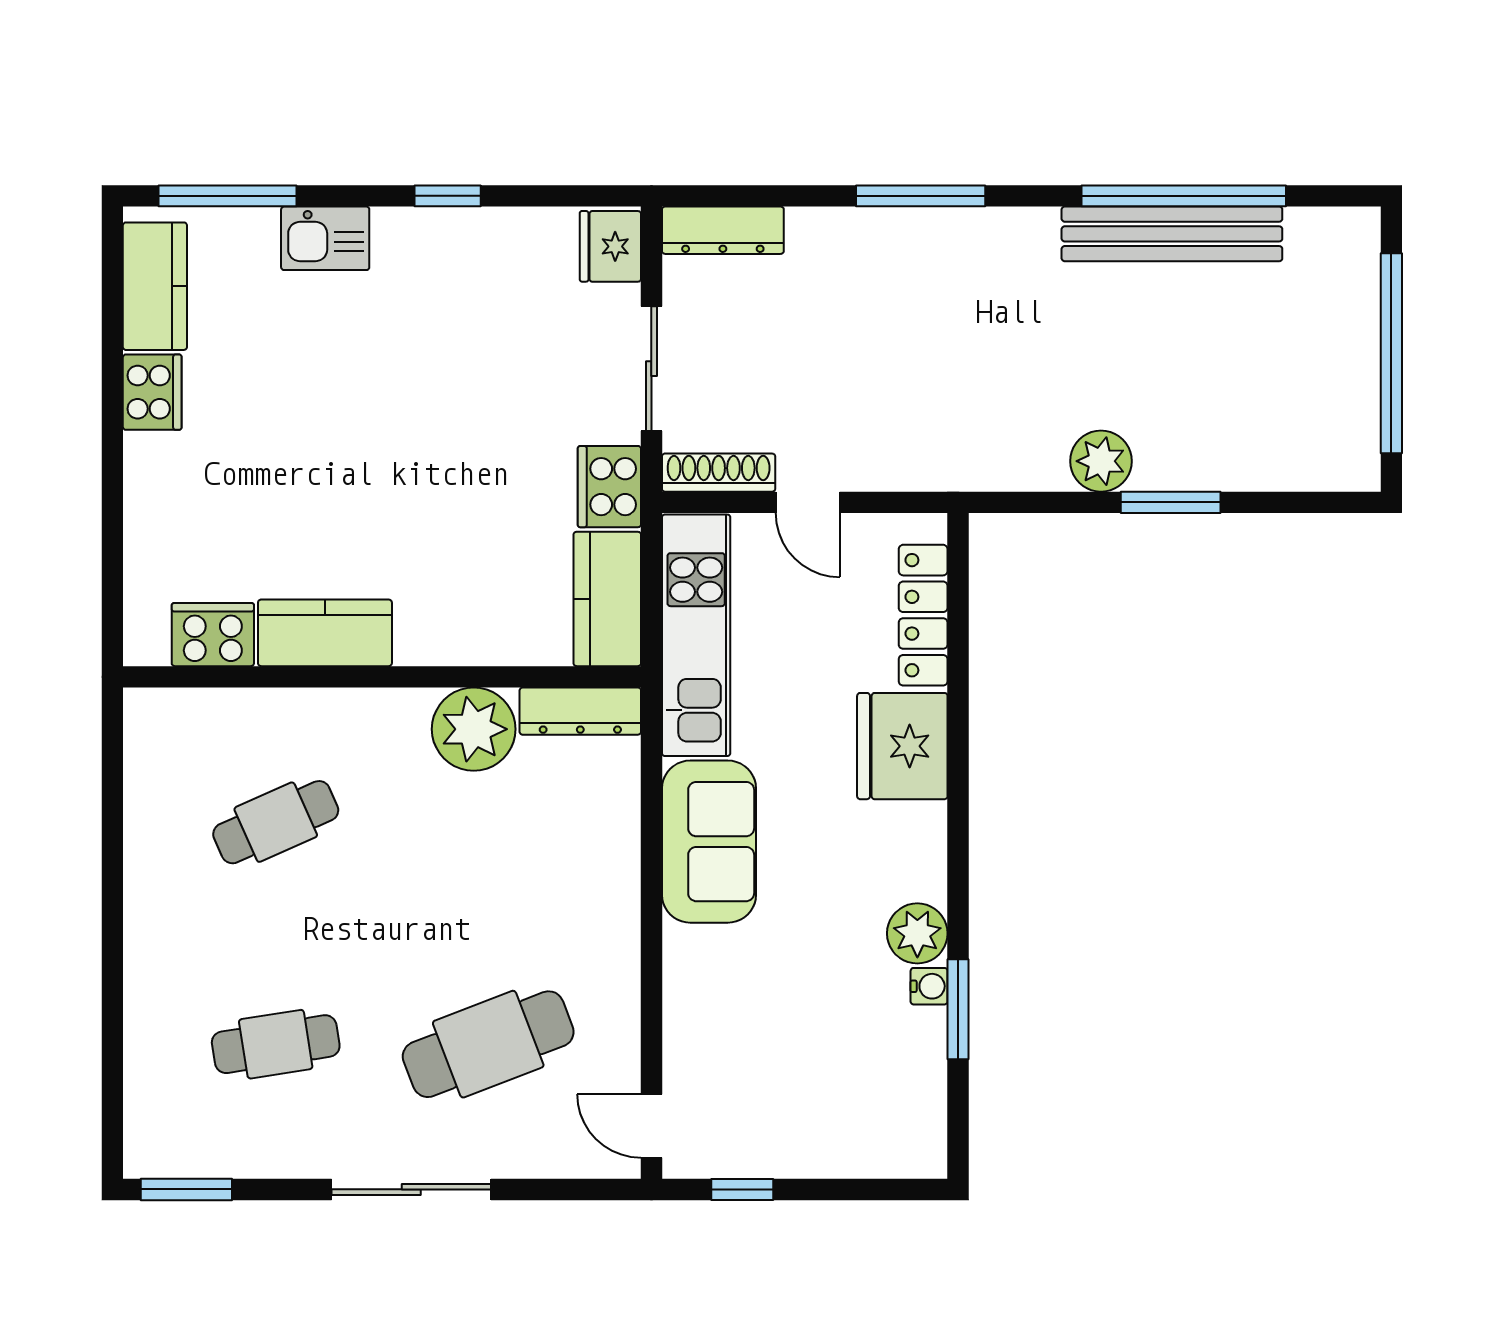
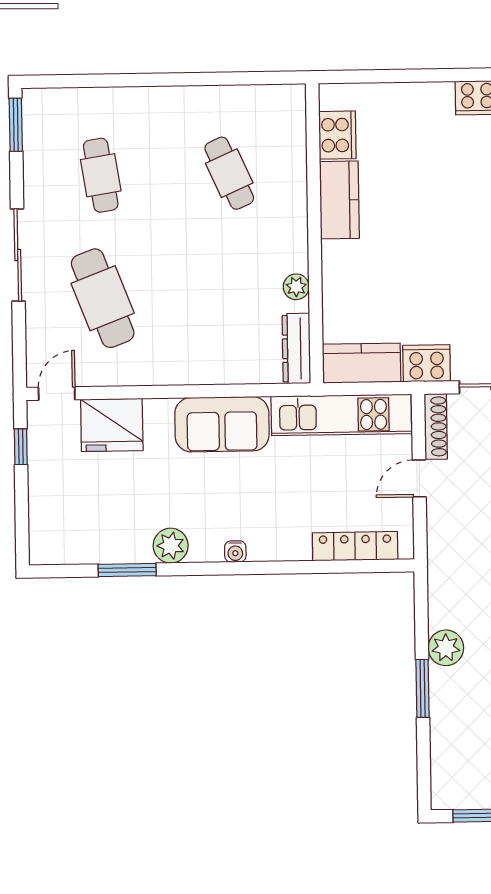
plant: (474, 729) -> (296, 287), width x0.53, depth x0.53
fridge: (902, 746) -> (112, 425), moved, turned 180
water cooler: (929, 986) -> (235, 552), moved

